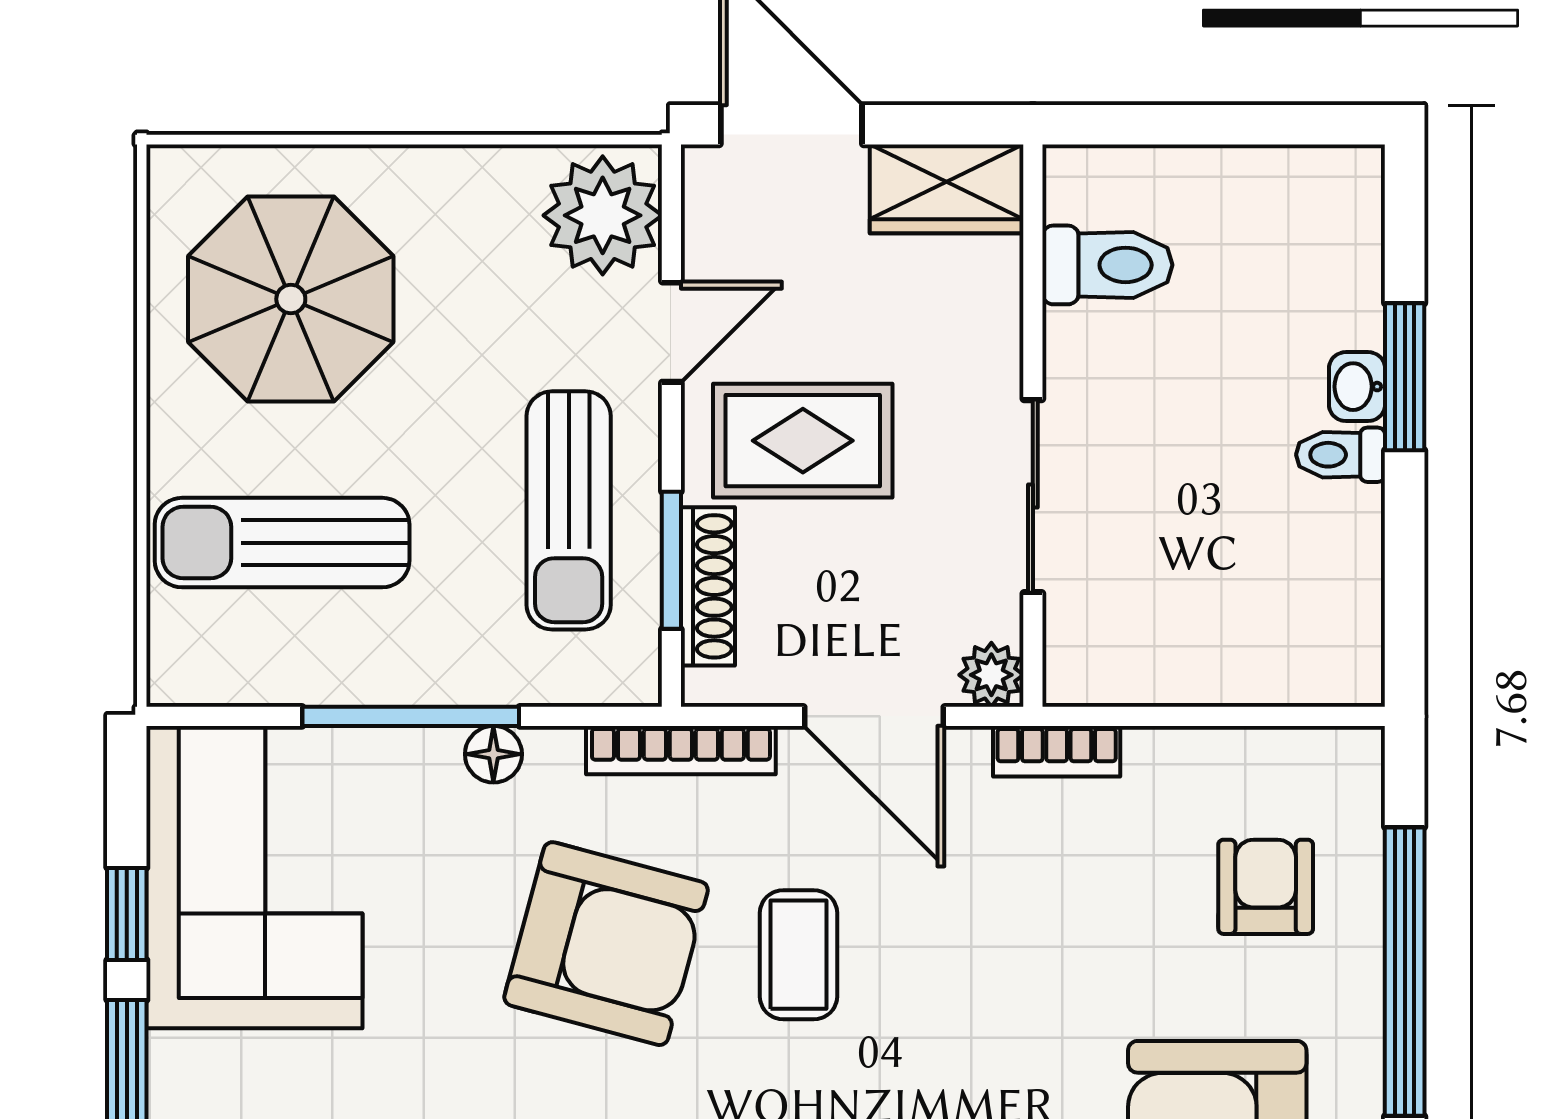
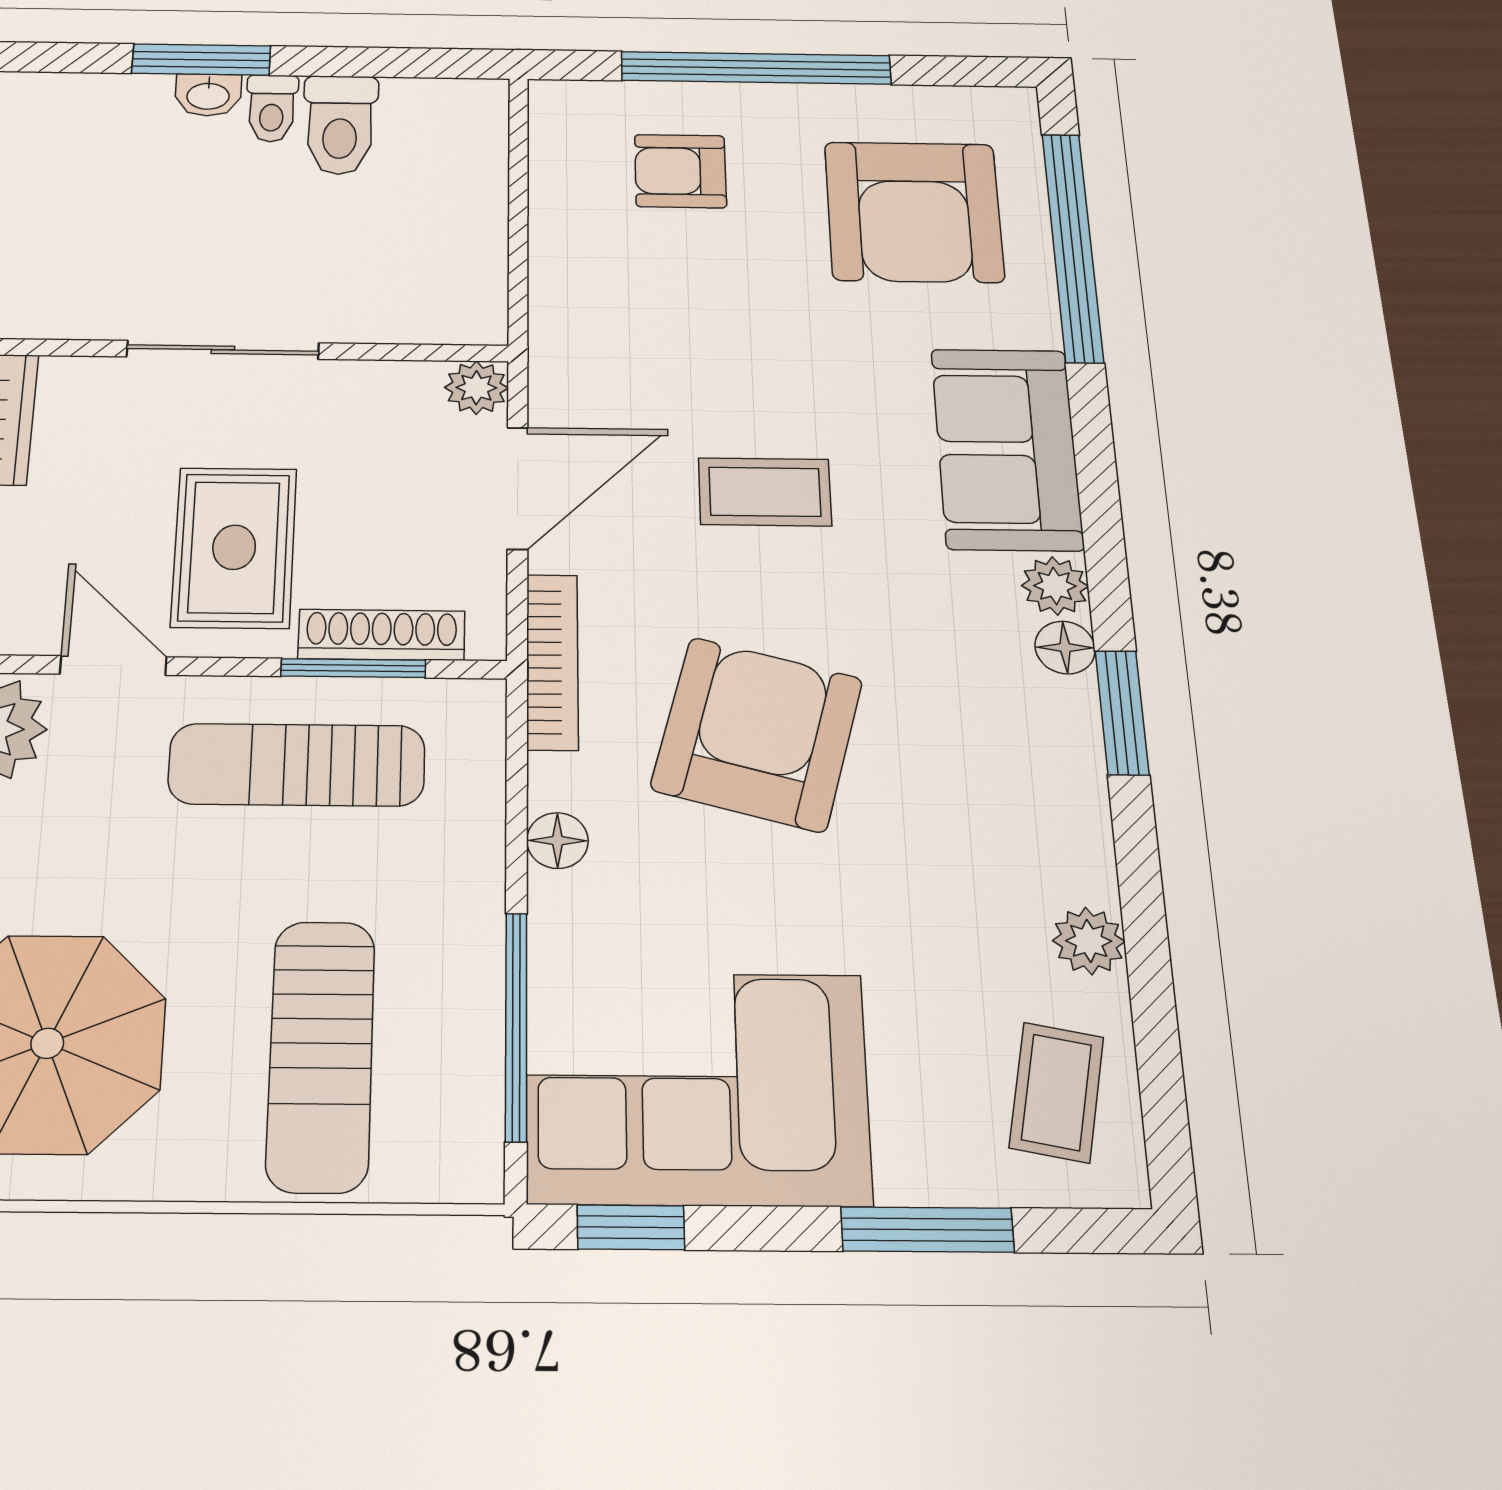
toilet: (1107, 265) -> (340, 125), moved, turned 180
sliding door: (1033, 496) -> (223, 350), moved
sun lounger: (569, 510) -> (297, 765), turned 180
window: (411, 716) -> (516, 1026), moved
bookcase: (1057, 751) -> (552, 335), removed
window: (127, 914) -> (631, 1227), moved
coffee table: (799, 955) -> (765, 492), moved

